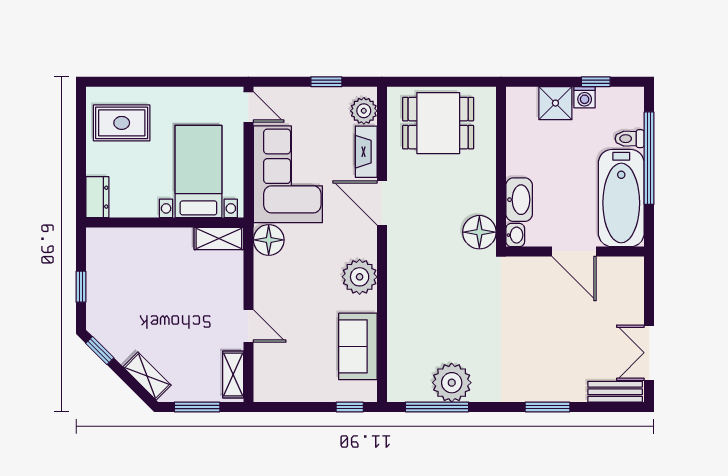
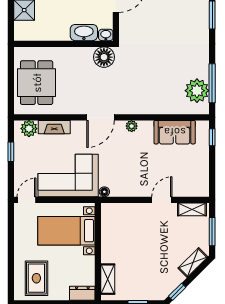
door: (382, 203) -> (100, 117), moved
shelving: (219, 238) -> (108, 279), moved
floor lamp: (269, 240) -> (104, 192), width x0.53, depth x0.53
plant: (360, 277) -> (132, 126), width x0.53, depth x0.53
plant: (452, 383) -> (197, 91), moved

